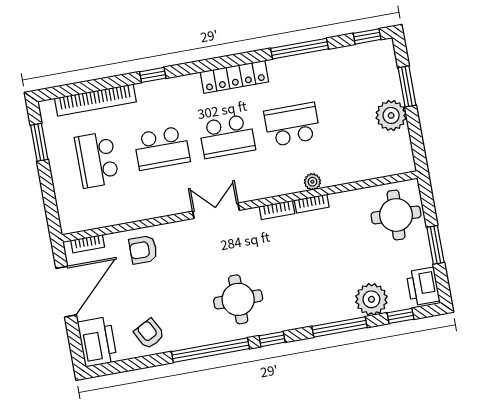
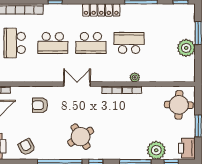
armchair: (143, 250) -> (40, 105), moved
round table: (238, 299) -> (81, 137), turned -32

